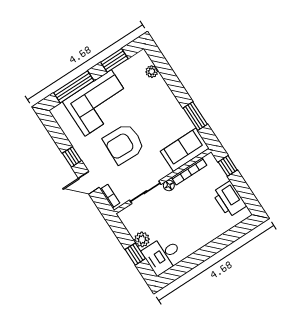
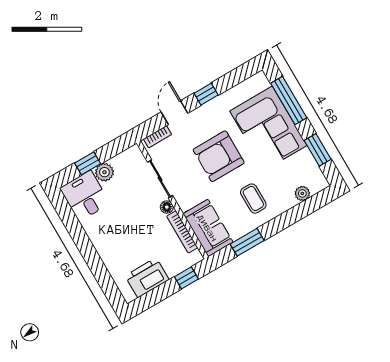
coffee table: (158, 113) -> (253, 199), added
armchair: (124, 144) -> (219, 156), turned -92

